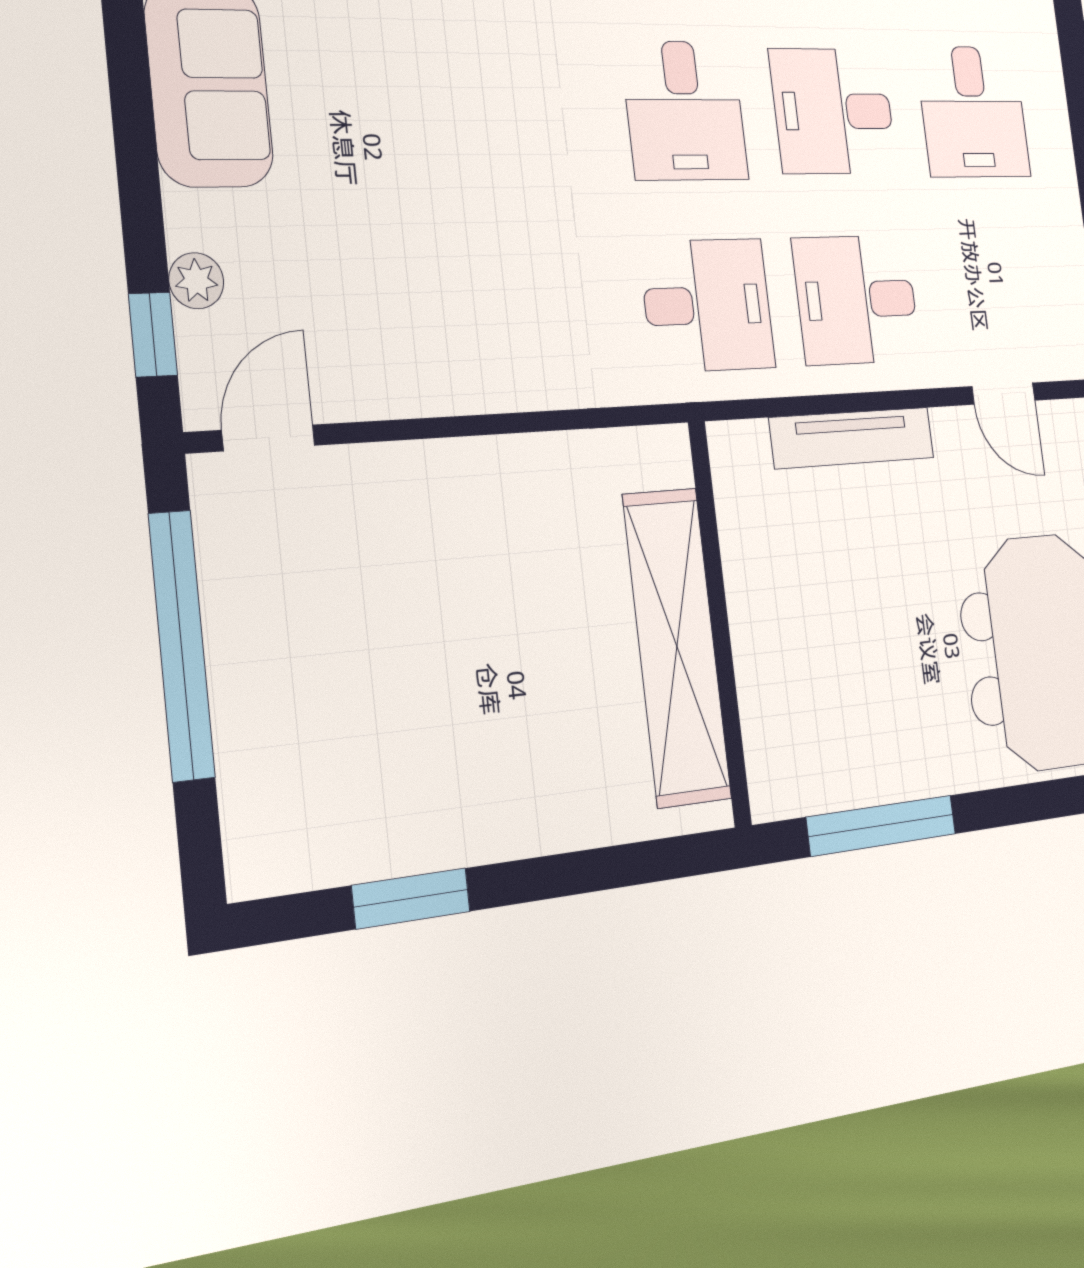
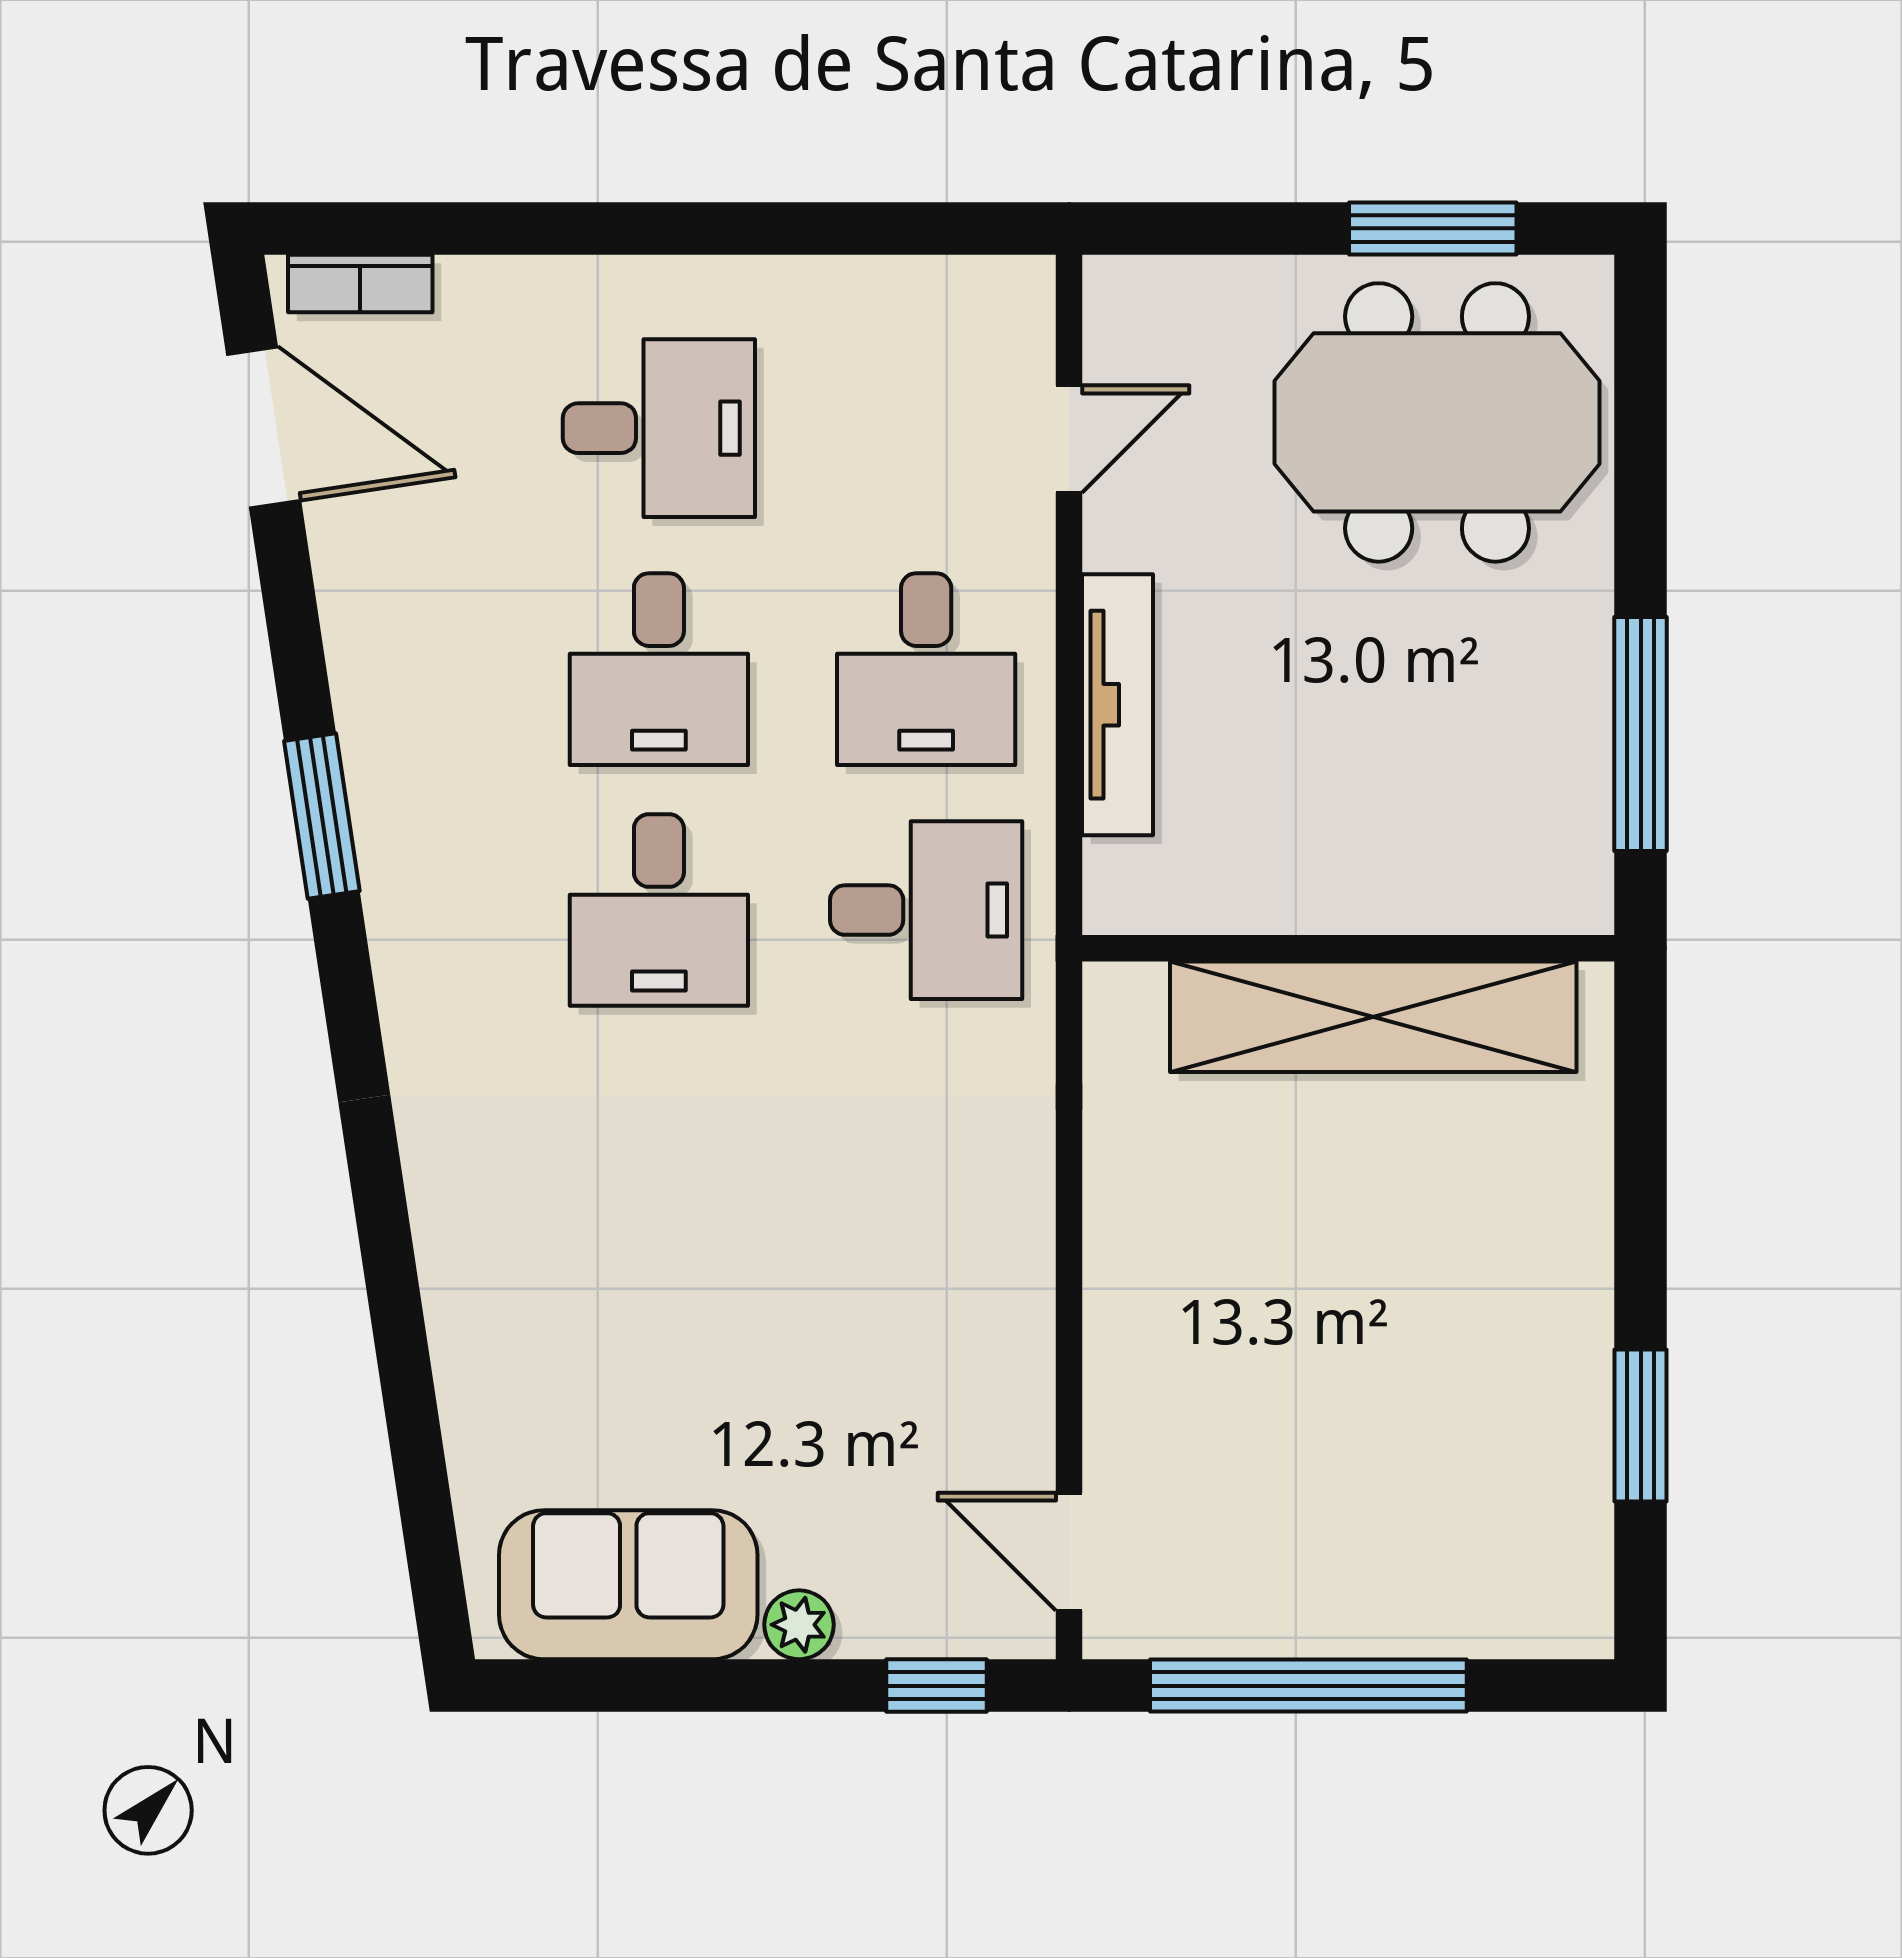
desk: (685, 111) -> (659, 910), turned 90
plant: (196, 281) -> (799, 1625), moved
desk: (707, 305) -> (926, 910), turned 90

